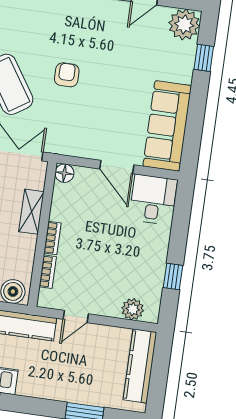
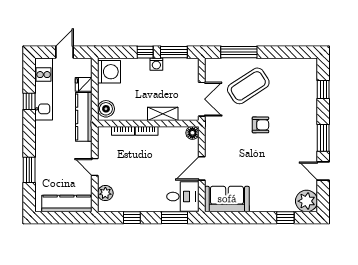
sofa: (167, 126) -> (227, 199), width x0.73
window: (182, 216) -> (175, 218), added
door: (76, 317) -> (95, 167), moved

